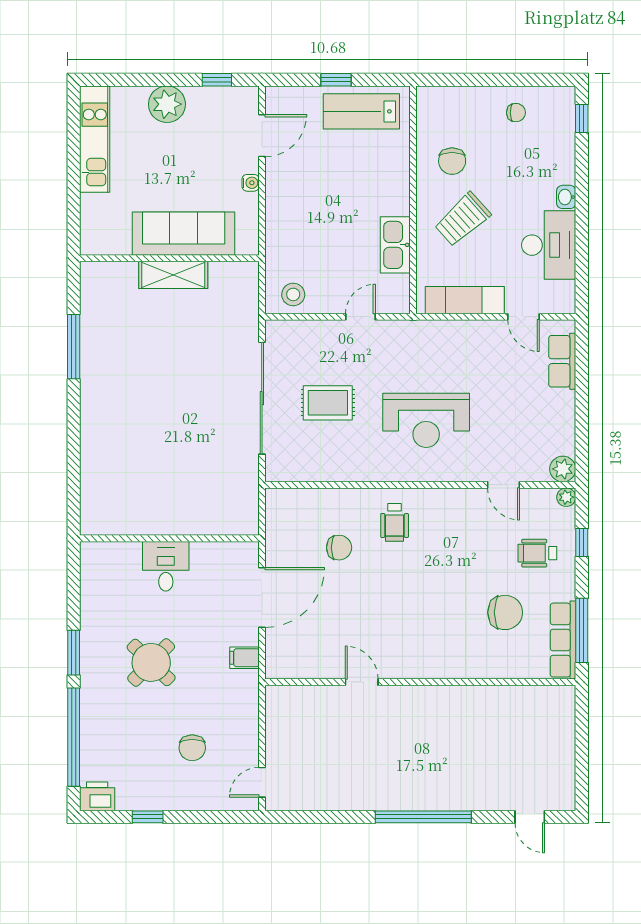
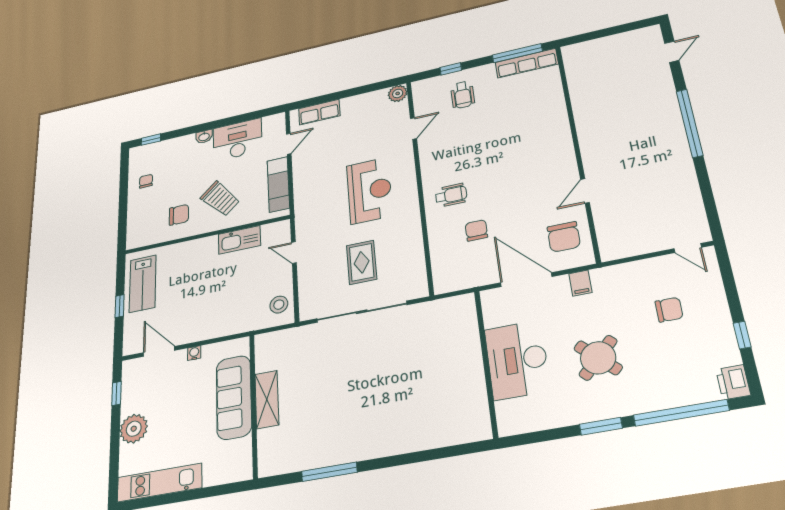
plant: (566, 497) -> (418, 86), removed
desk: (166, 566) -> (517, 360), width x1.87, depth x1.30
chair: (505, 612) -> (564, 237), moved, turned 180

